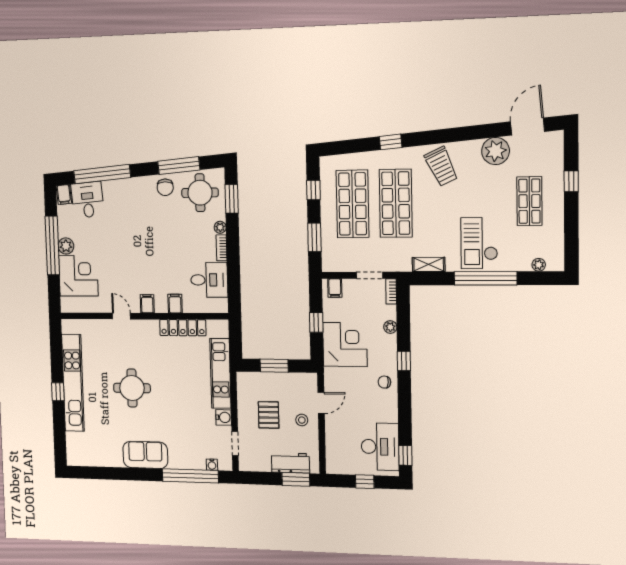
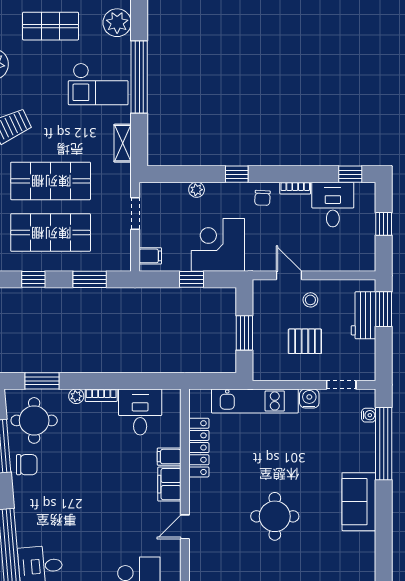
plant: (539, 265) -> (117, 23), width x1.87, depth x1.87
bookcase: (391, 291) -> (295, 188), moved
filing cabinet: (147, 304) -> (169, 484), width x2.00
desk: (380, 447) -> (333, 204), width x0.73

